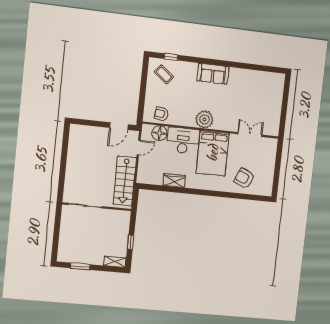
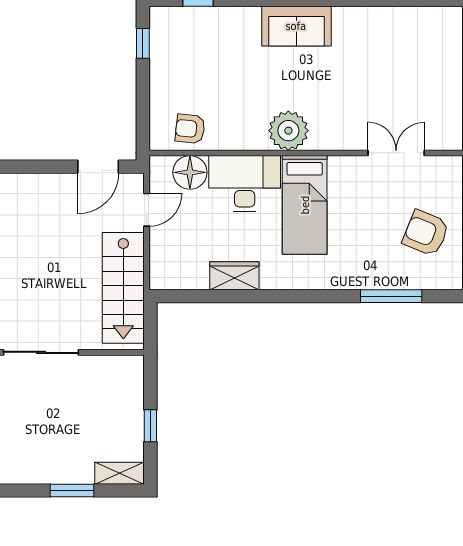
window: (145, 73) -> (143, 43), added
coffee table: (164, 74) -> (186, 40), removed
bed: (213, 153) -> (305, 205), width x0.67
armchair: (244, 178) -> (426, 233), moved
window: (241, 196) -> (391, 296), added
window: (80, 266) -> (72, 491), moved

